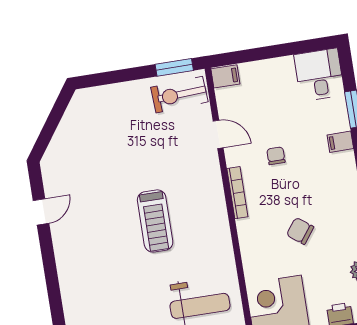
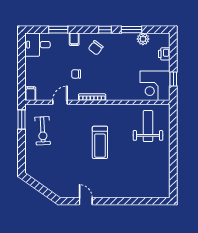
exercise bike: (179, 95) -> (43, 131), moved
treadmill: (155, 221) -> (100, 142), turned 90
chair: (300, 231) -> (96, 48), moved

